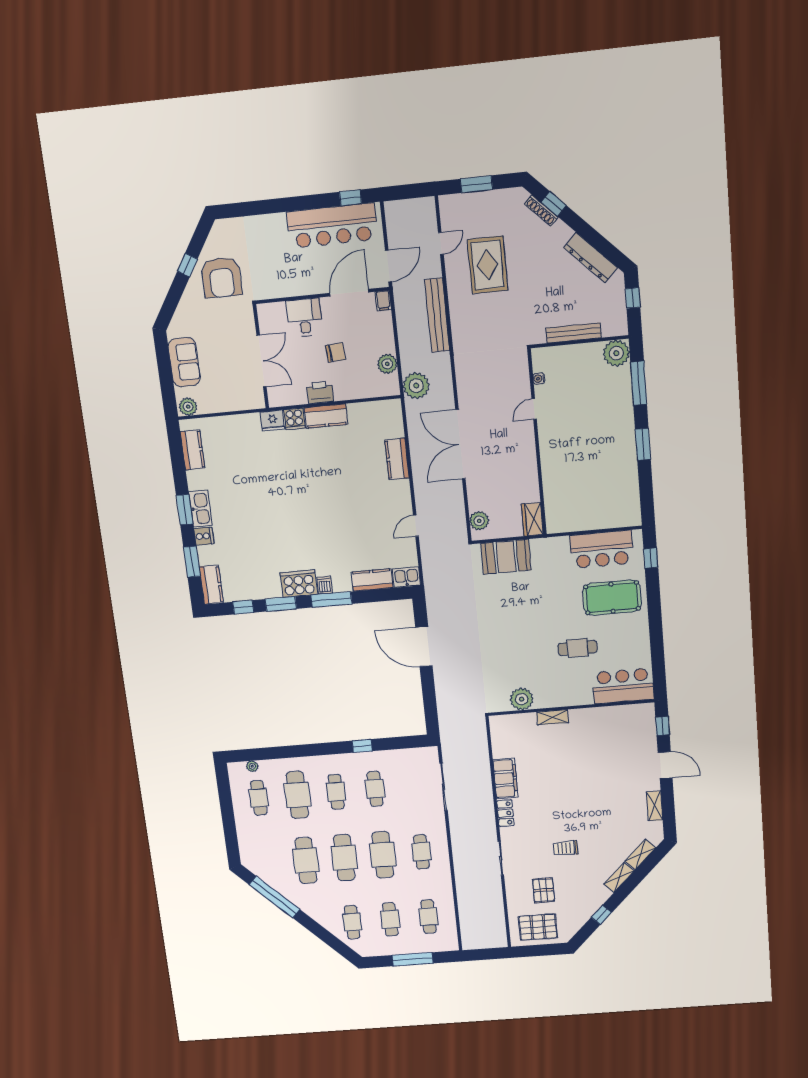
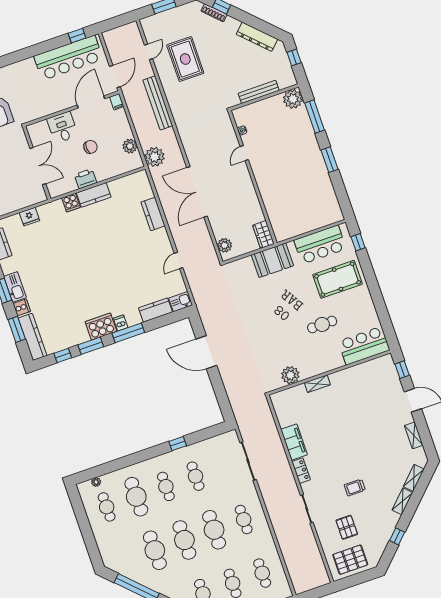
fridge: (272, 420) -> (29, 217), moved
booth: (506, 557) -> (272, 260), moved
kitchen counter: (211, 585) -> (32, 337), width x1.50

